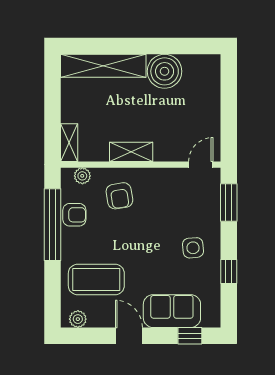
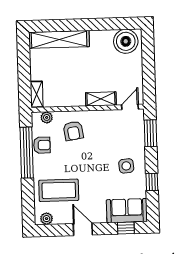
boiler: (165, 71) -> (126, 41), moved
shelving: (131, 152) -> (101, 99), moved
sofa: (172, 311) -> (127, 211), moved

